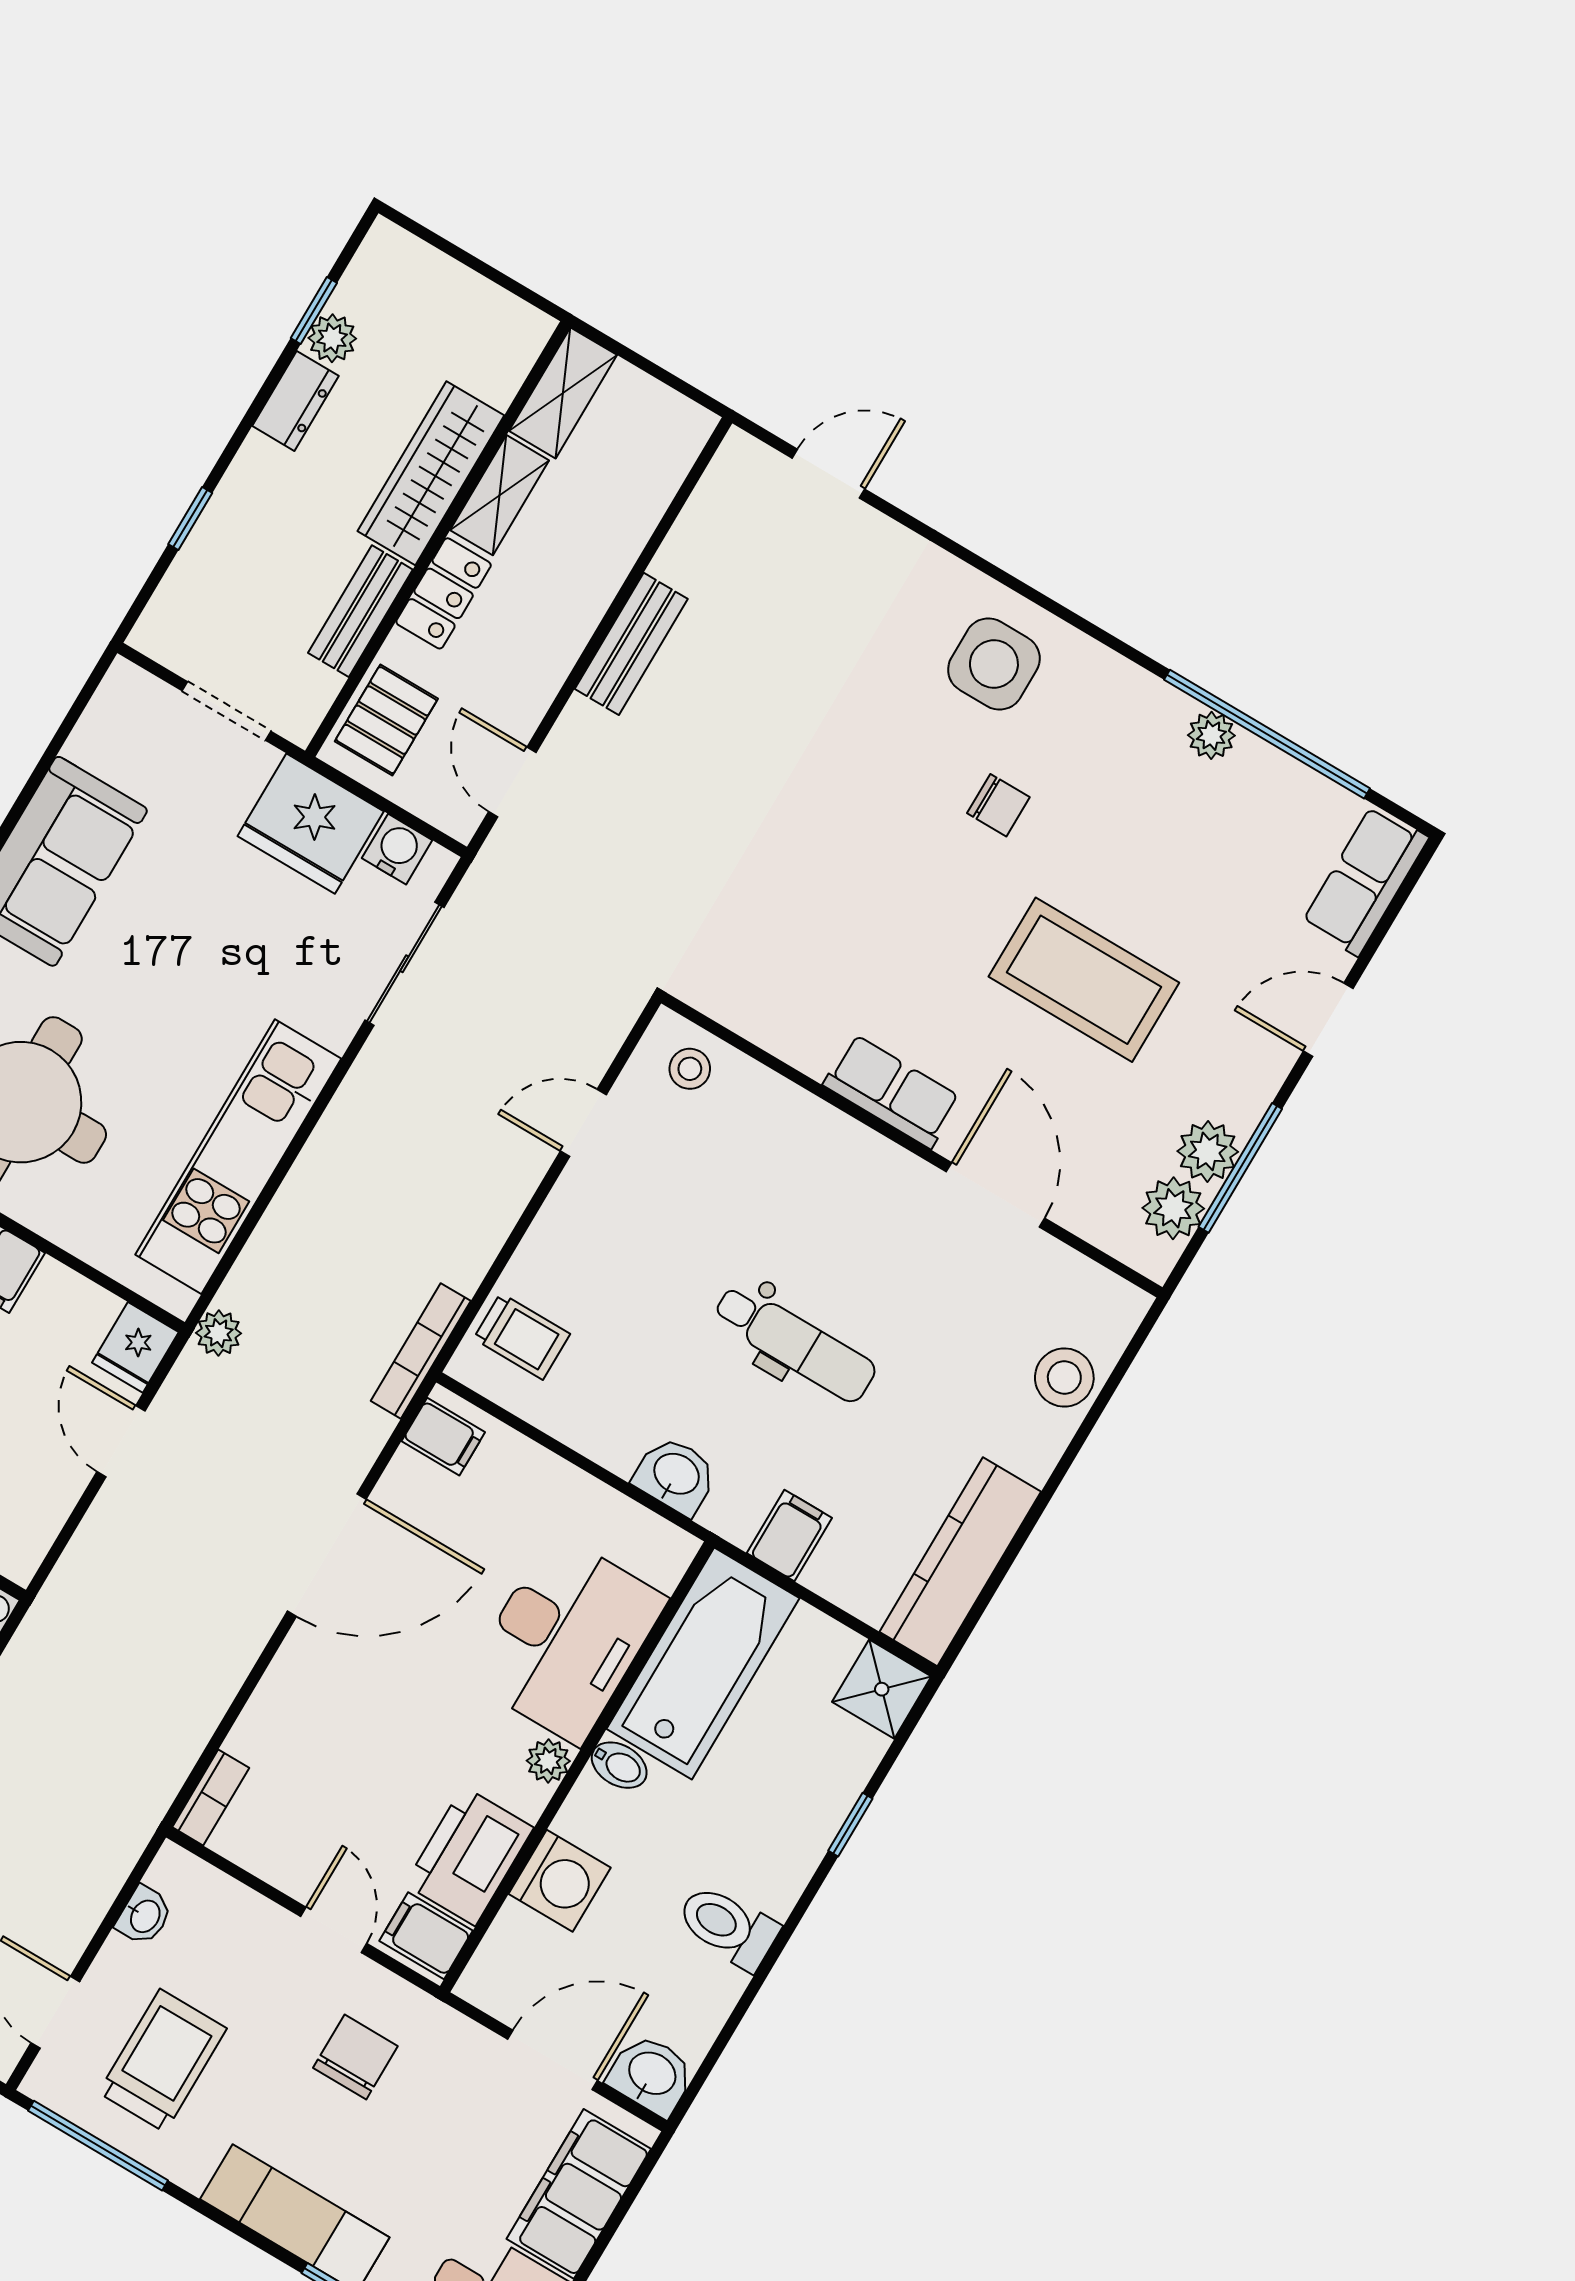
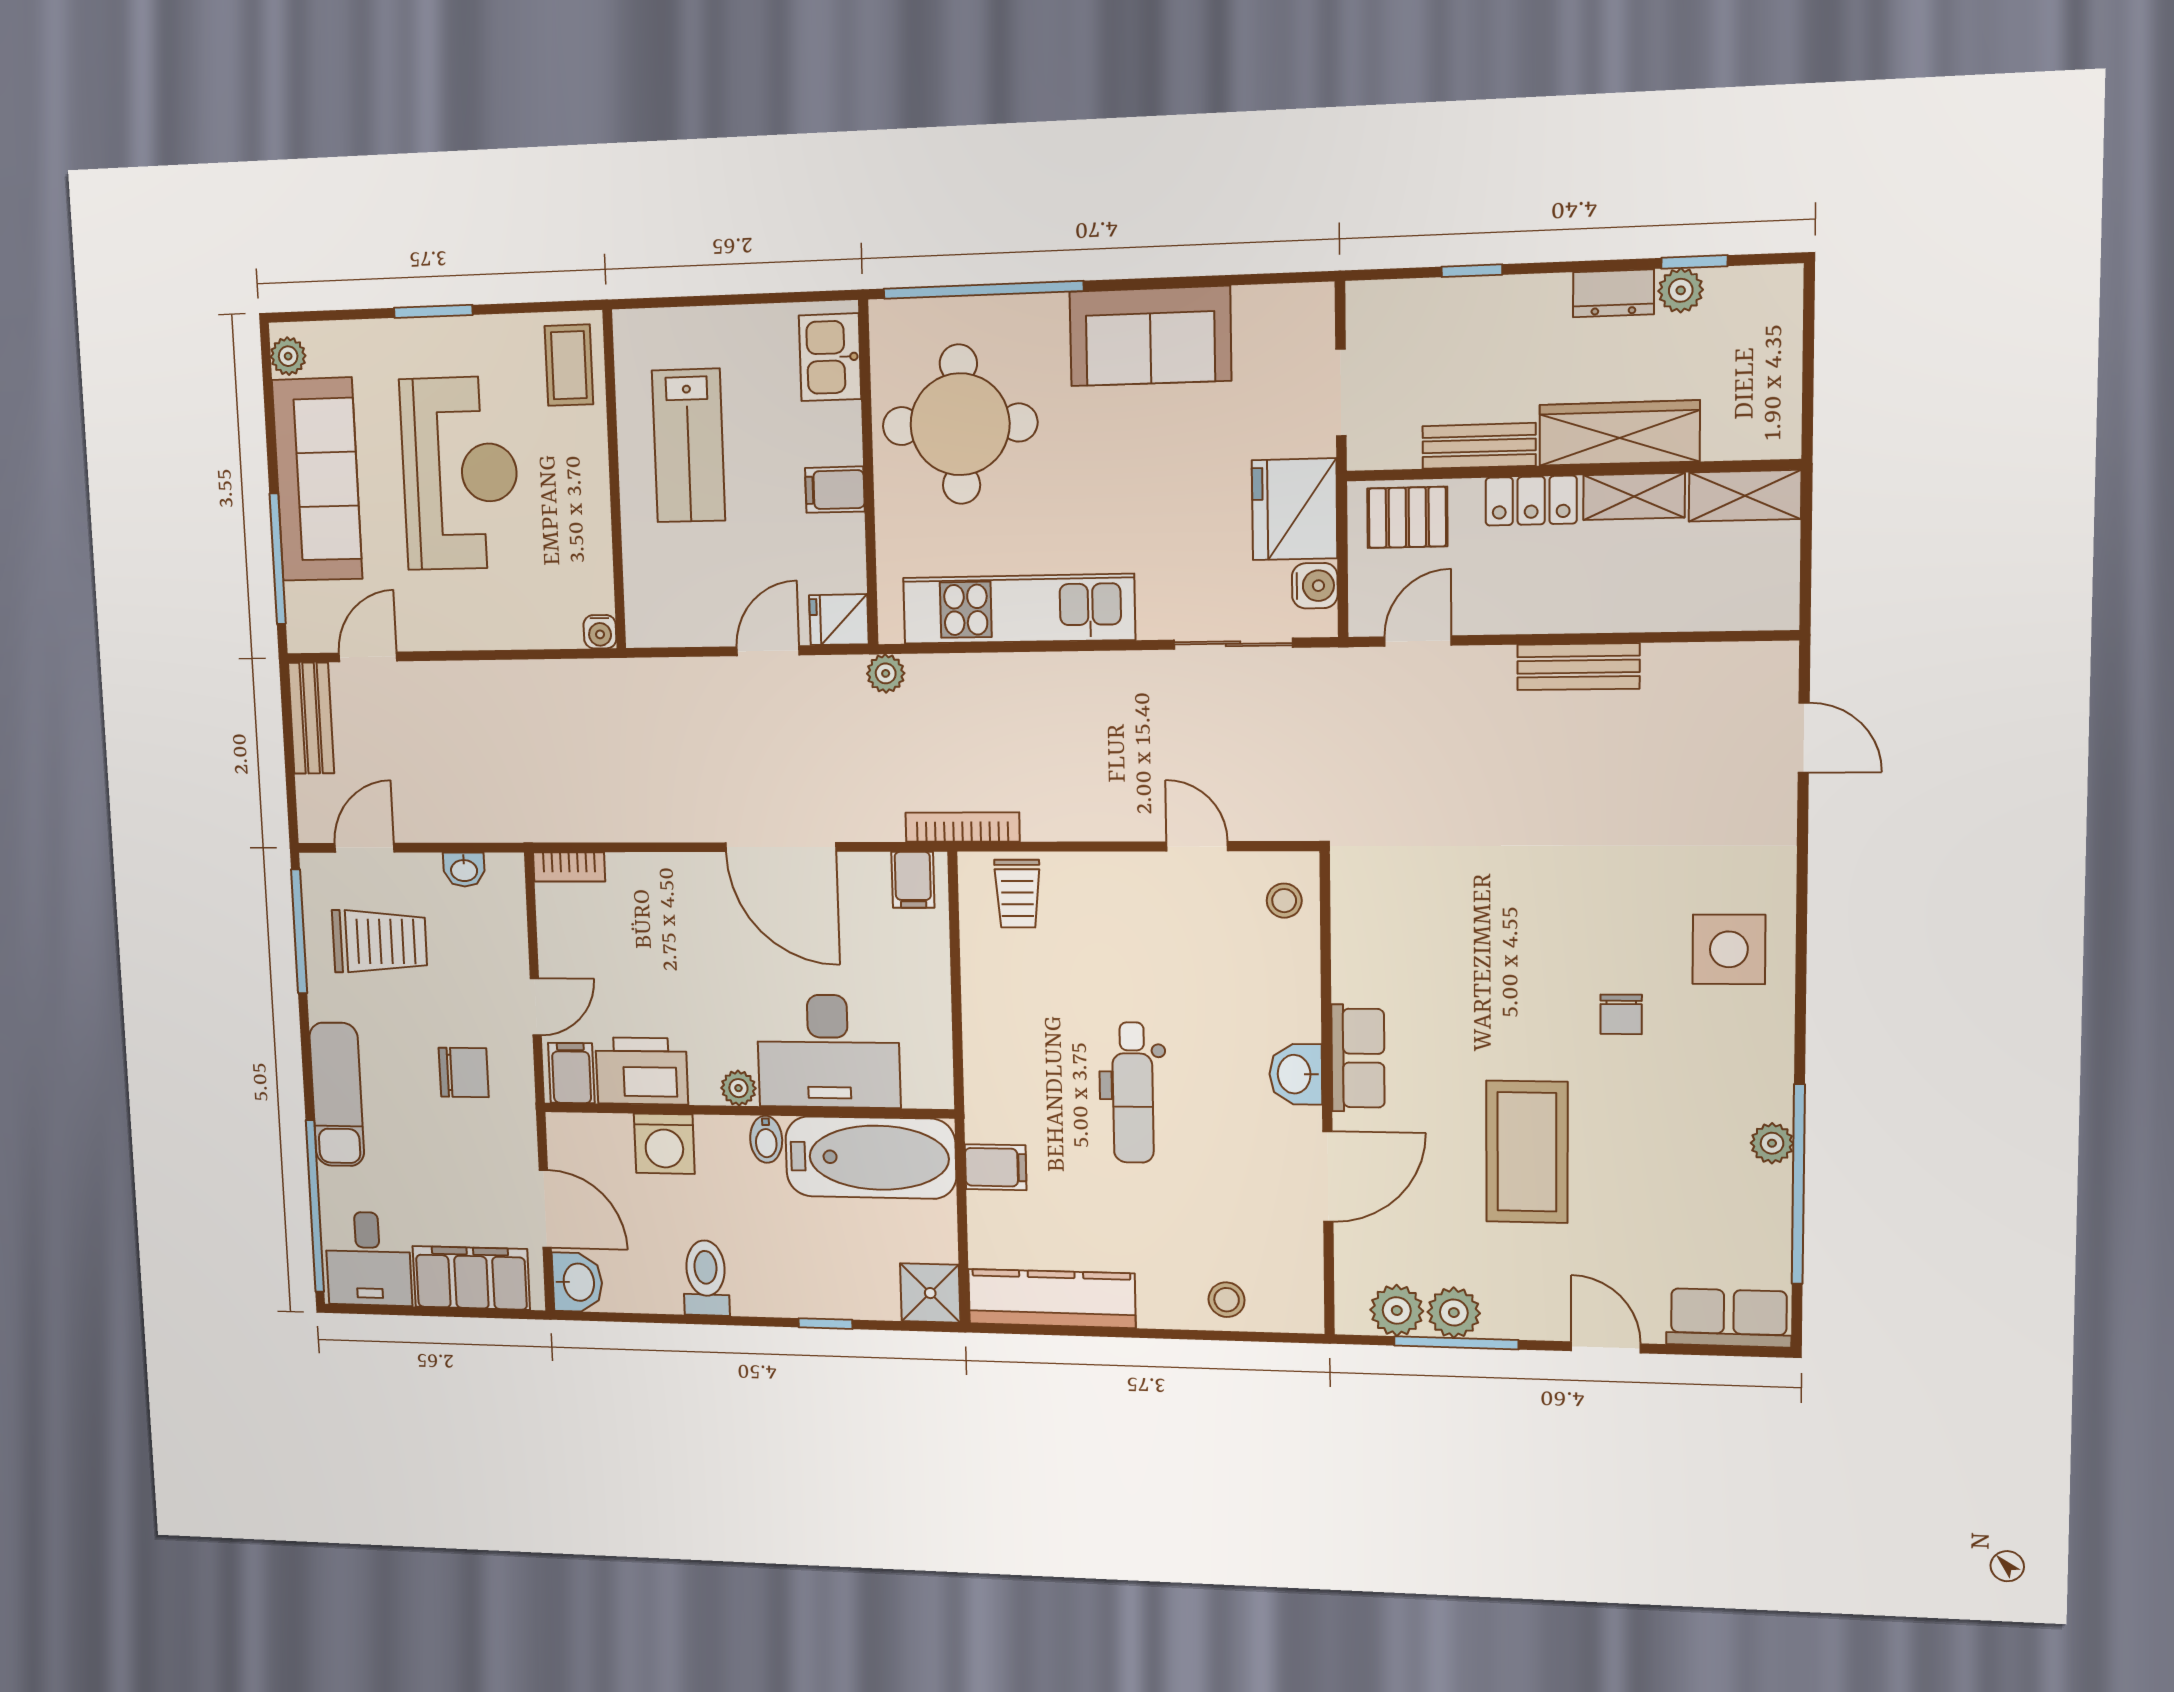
stool: (1064, 1378) -> (1227, 1300), width x0.73, depth x0.73
washbasin: (676, 1475) -> (1296, 1074), moved, turned 180

